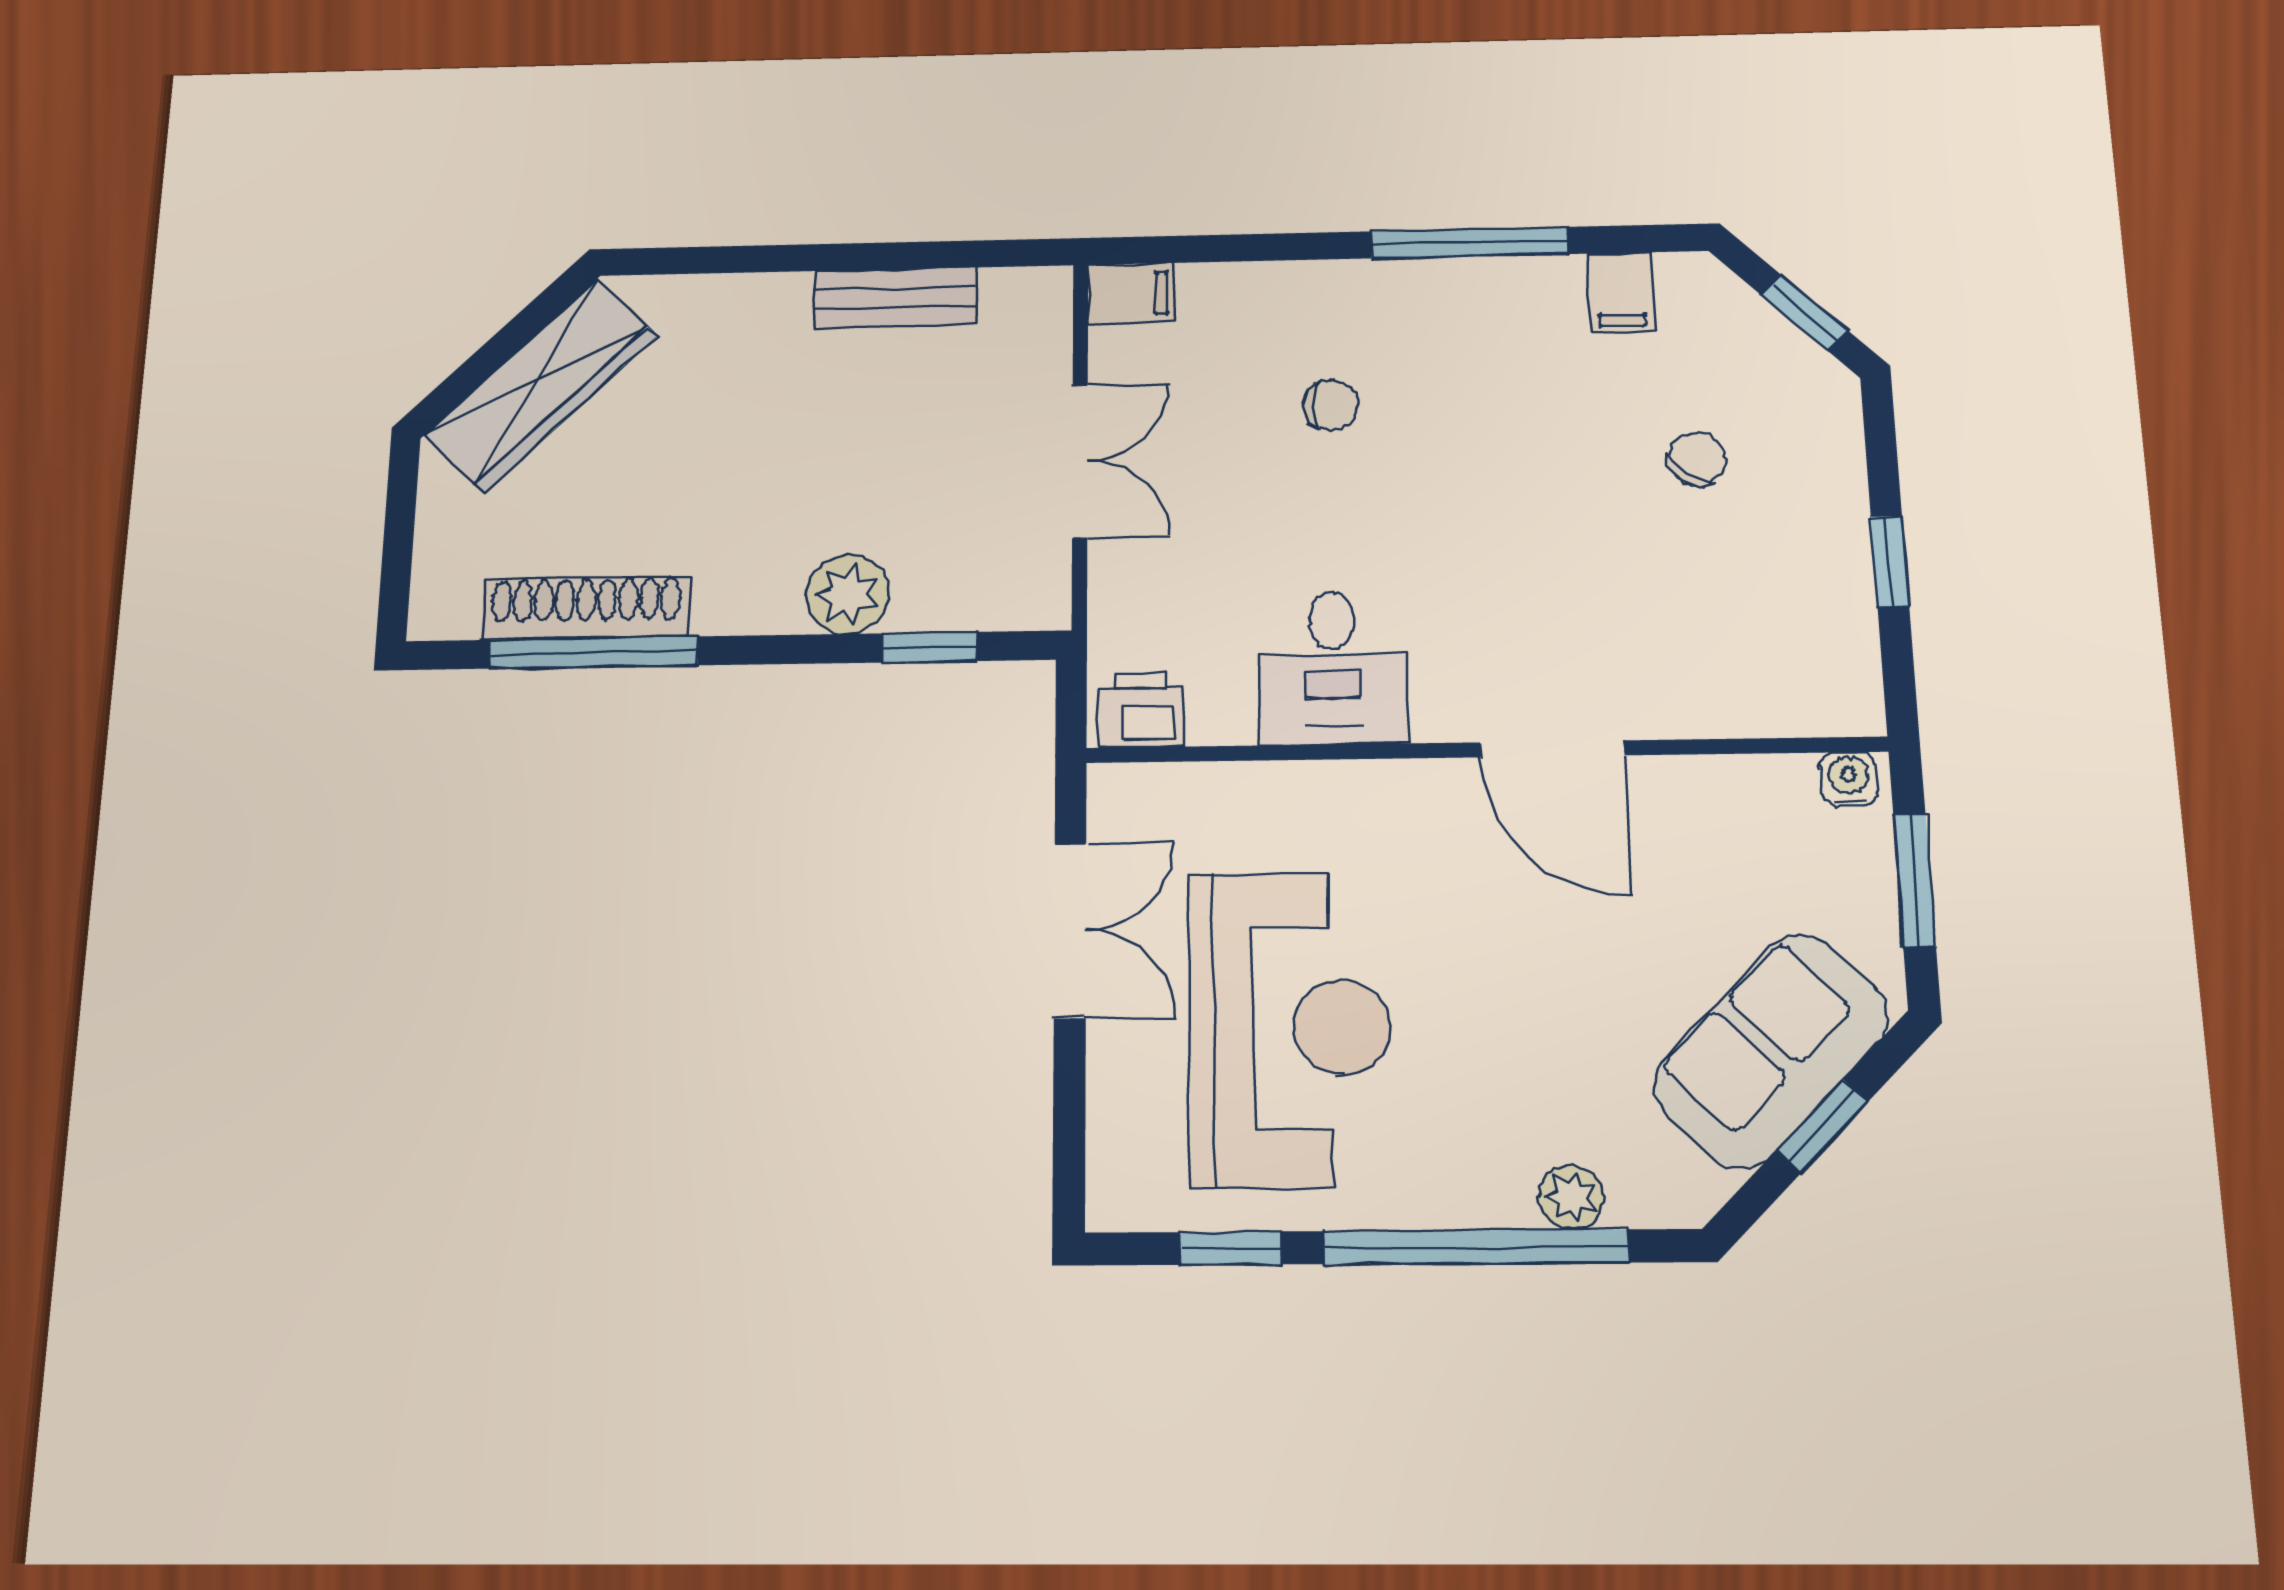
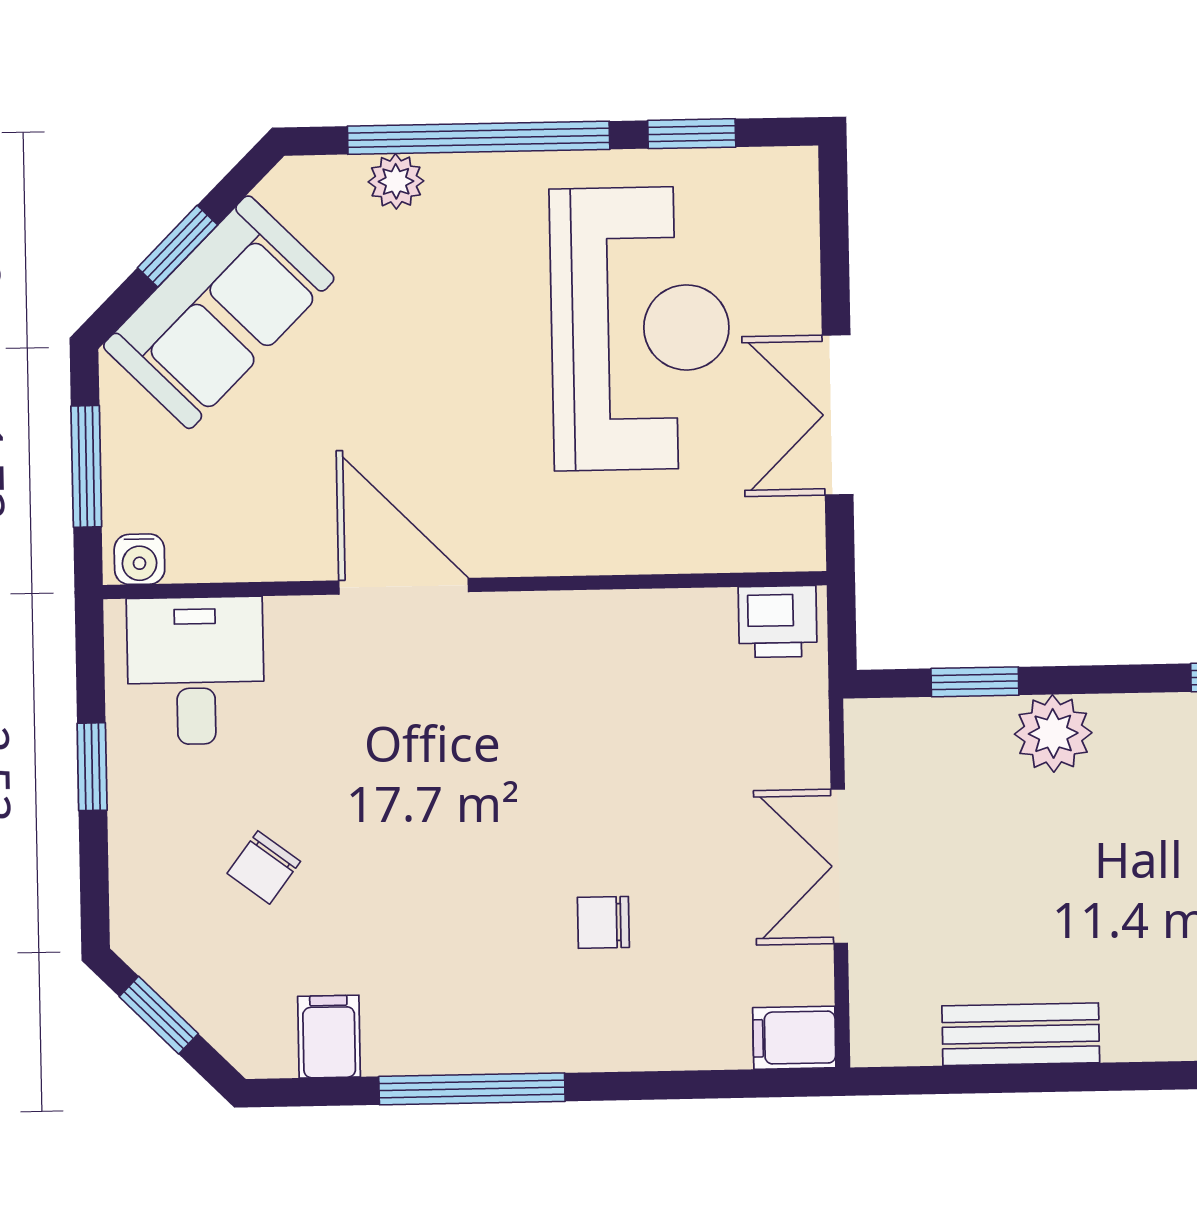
desk: (1333, 668) -> (196, 671), moved
reception desk: (1290, 1028) -> (640, 328), turned 180

